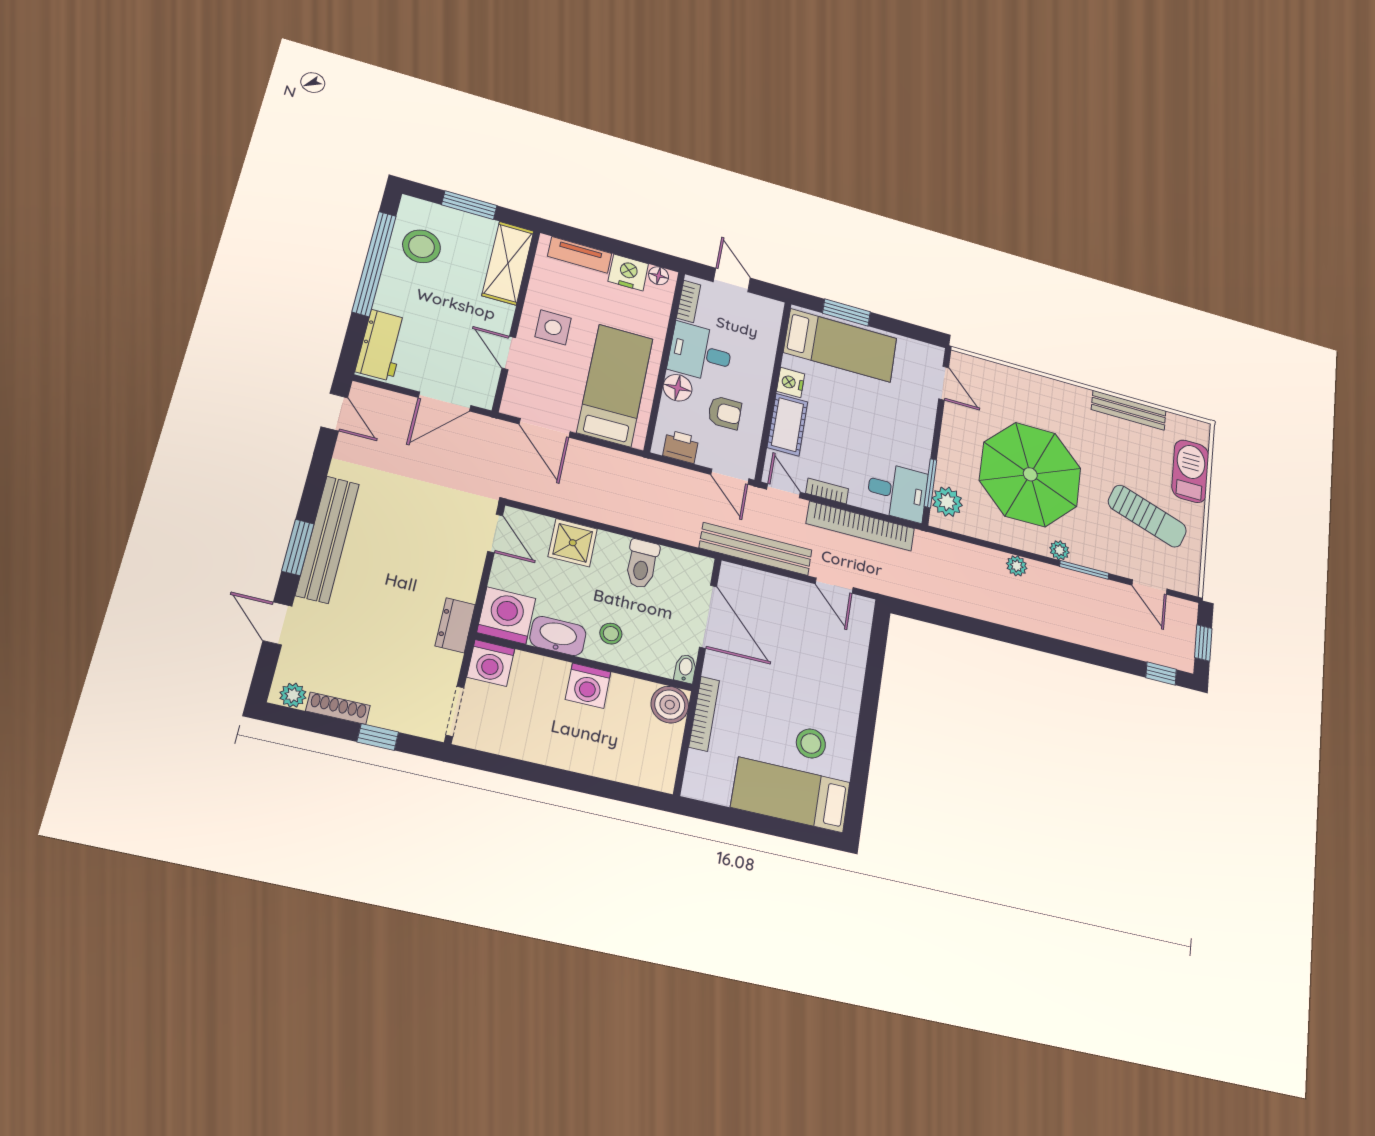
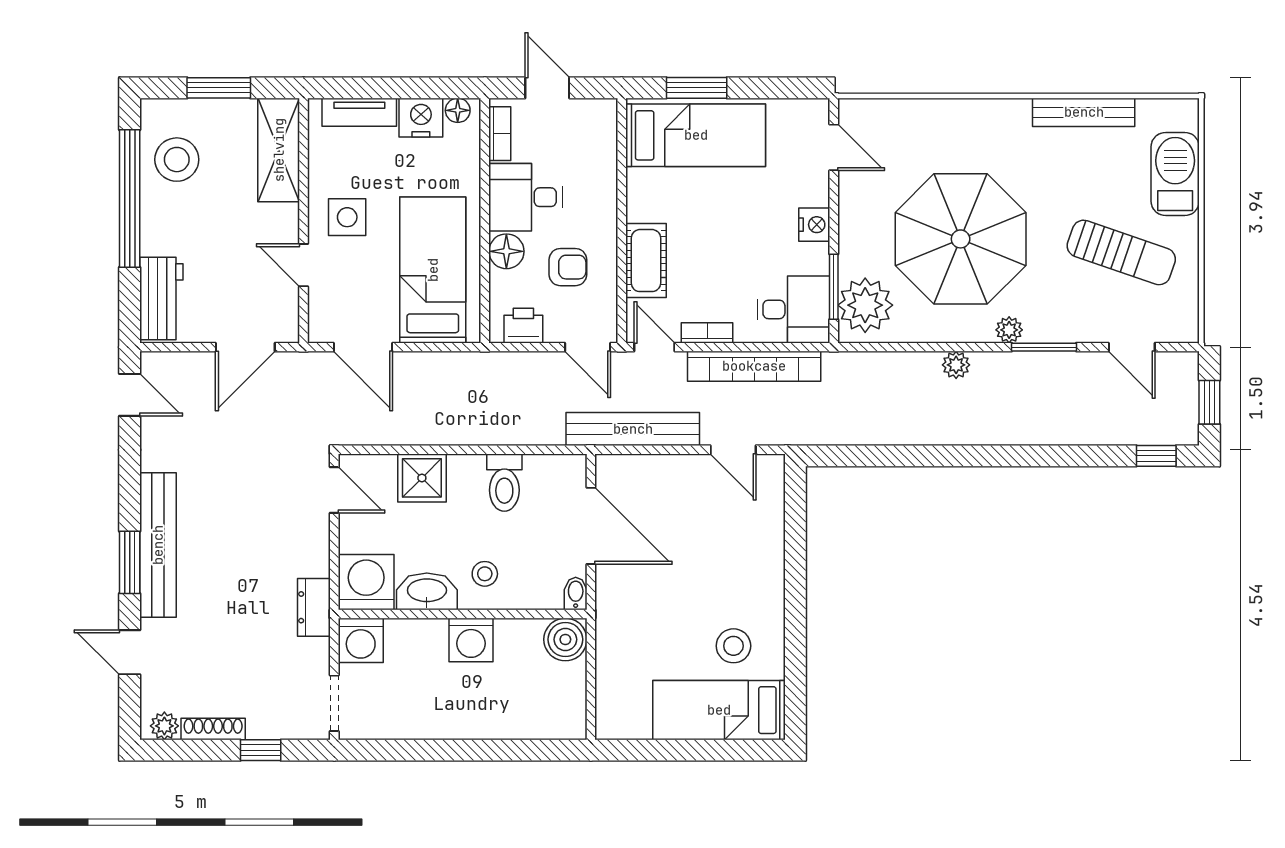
nightstand: (791, 382) -> (814, 225), moved, turned 180
plant: (947, 502) -> (865, 305), width x1.36, depth x1.36
bookcase: (704, 714) -> (606, 641), removed

